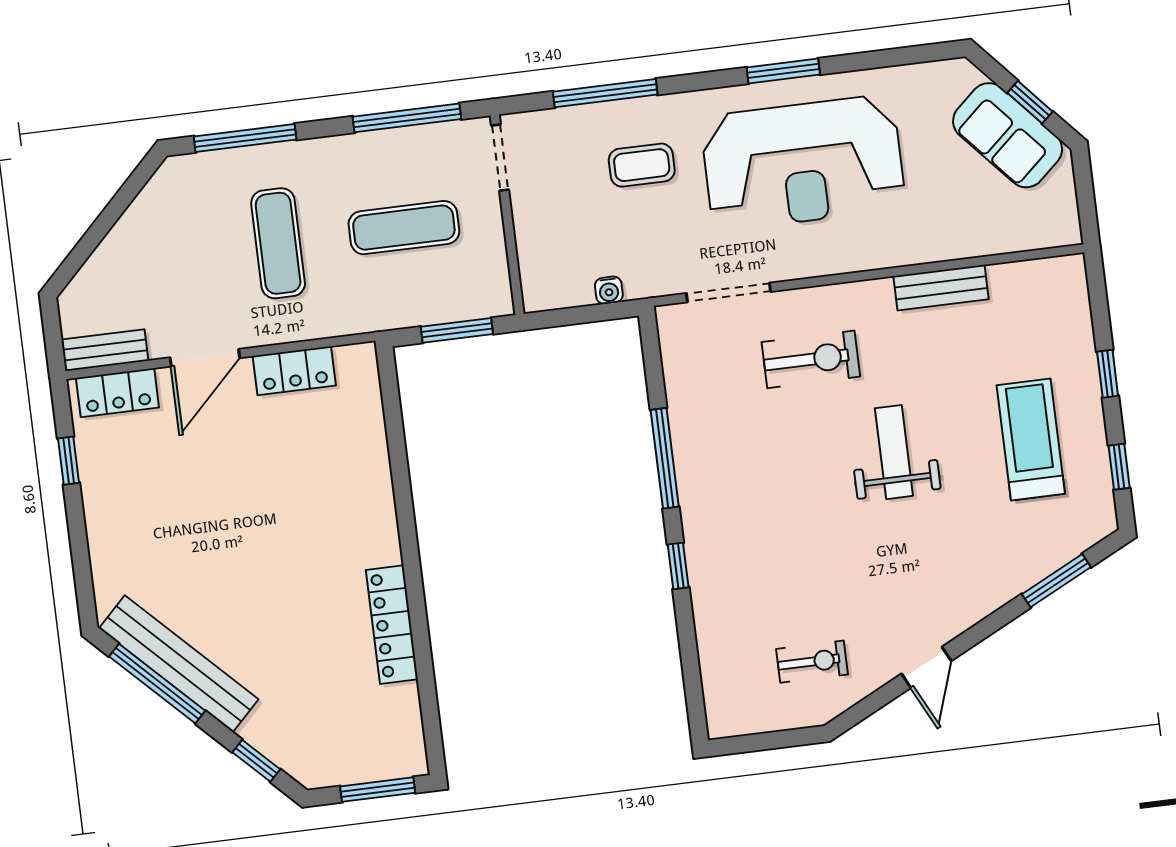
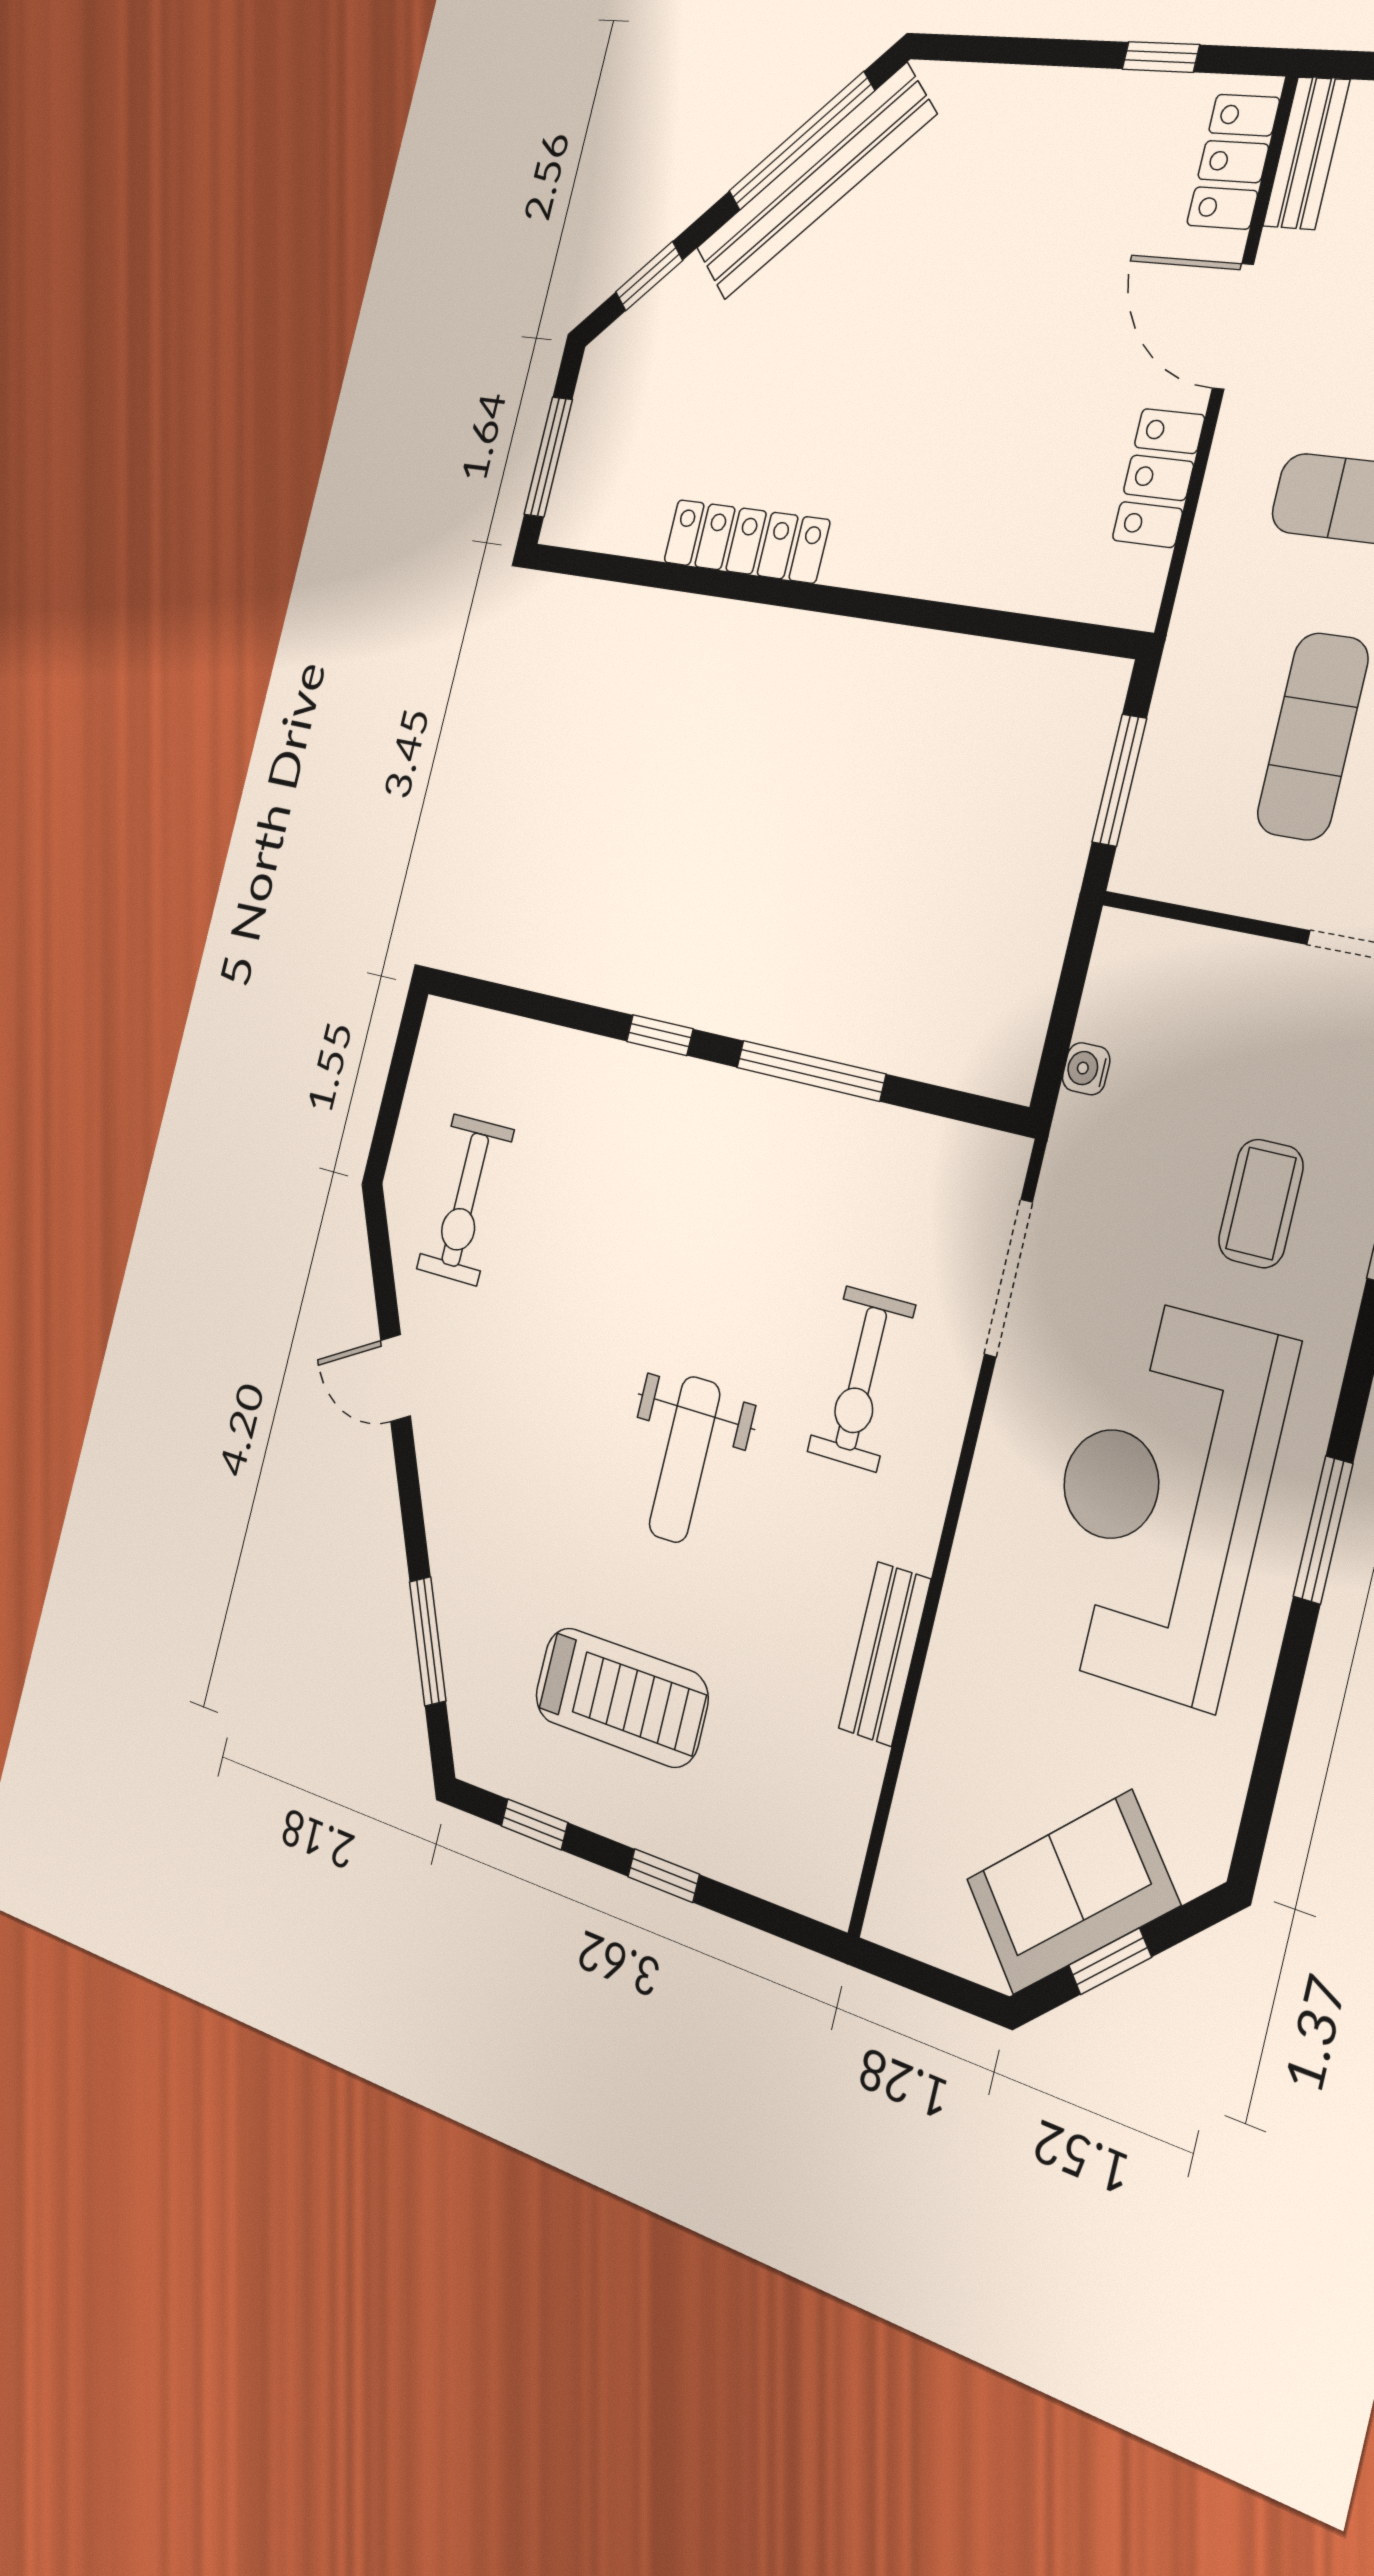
weight bench: (894, 452) -> (685, 1459), turned 90
exercise bike: (812, 662) -> (465, 1200), width x1.38, depth x1.39

